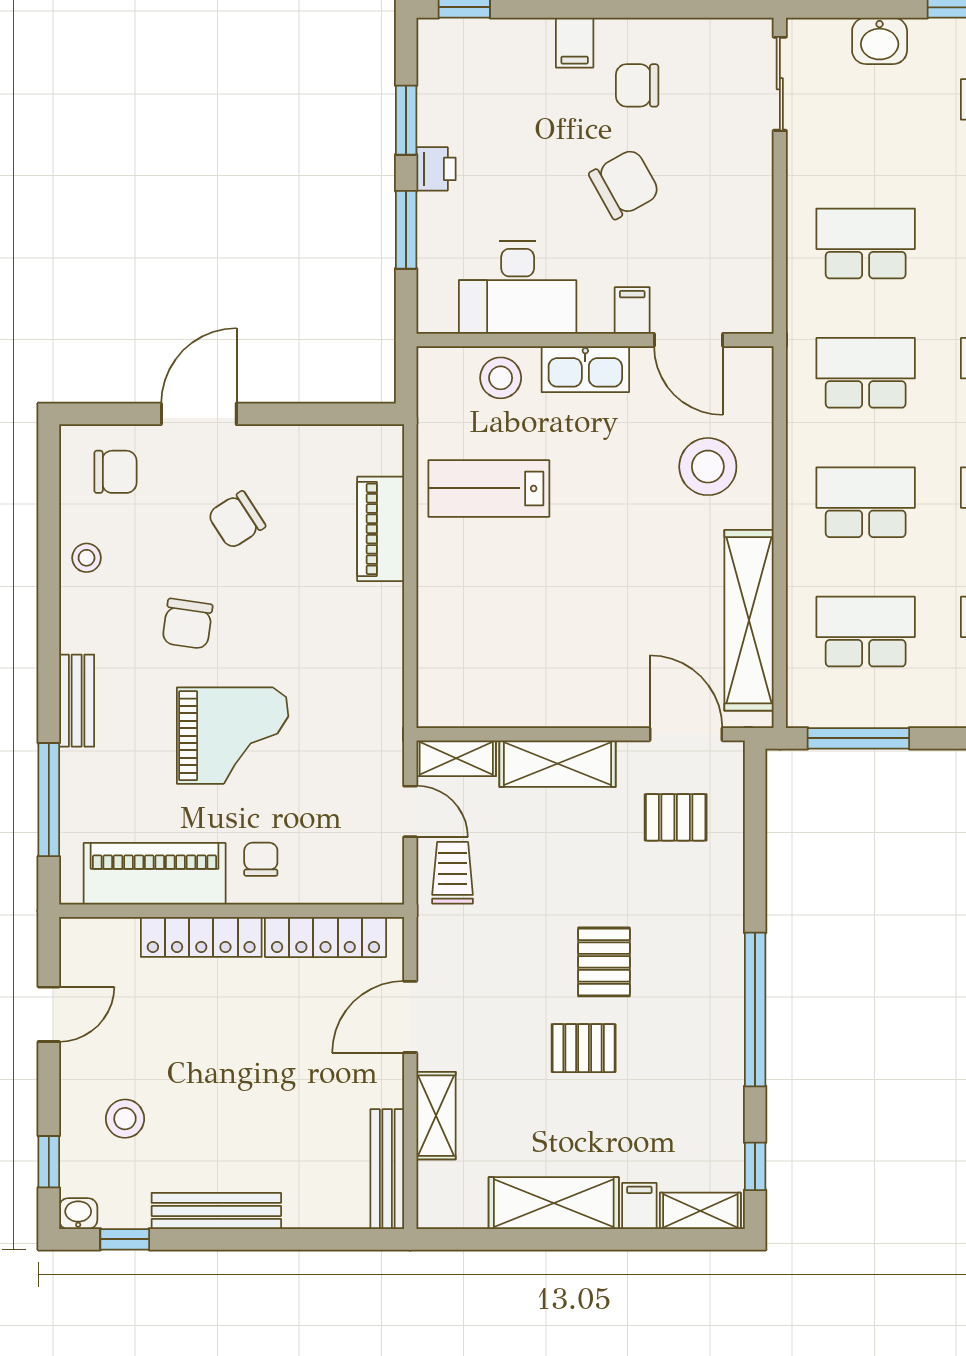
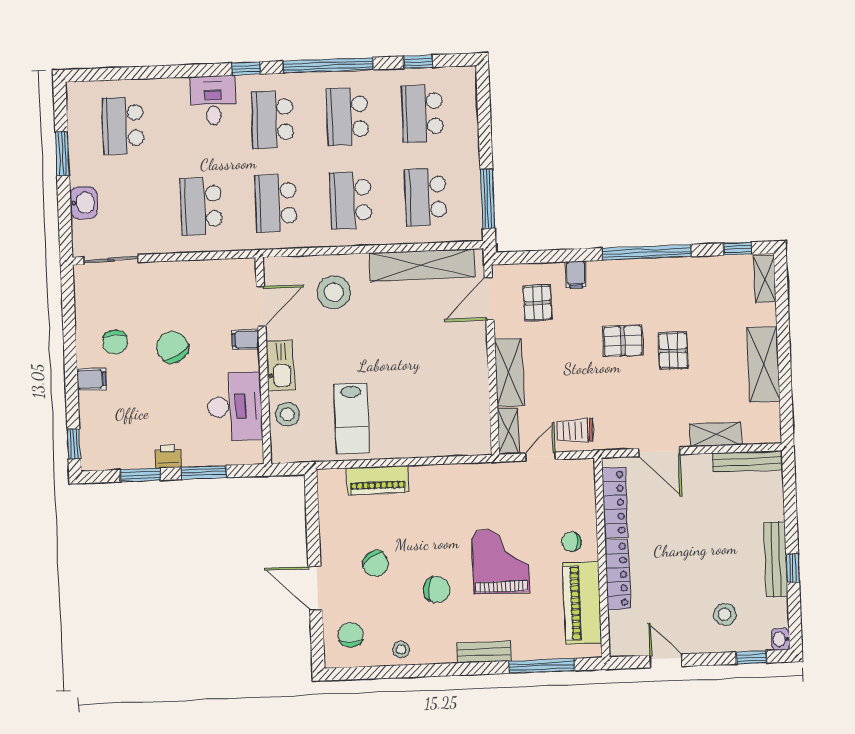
filing cabinet: (639, 1206) -> (576, 275), moved, turned -90
window: (125, 1239) -> (793, 568), moved

